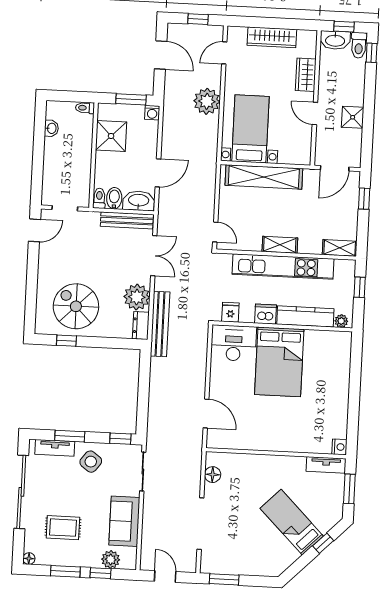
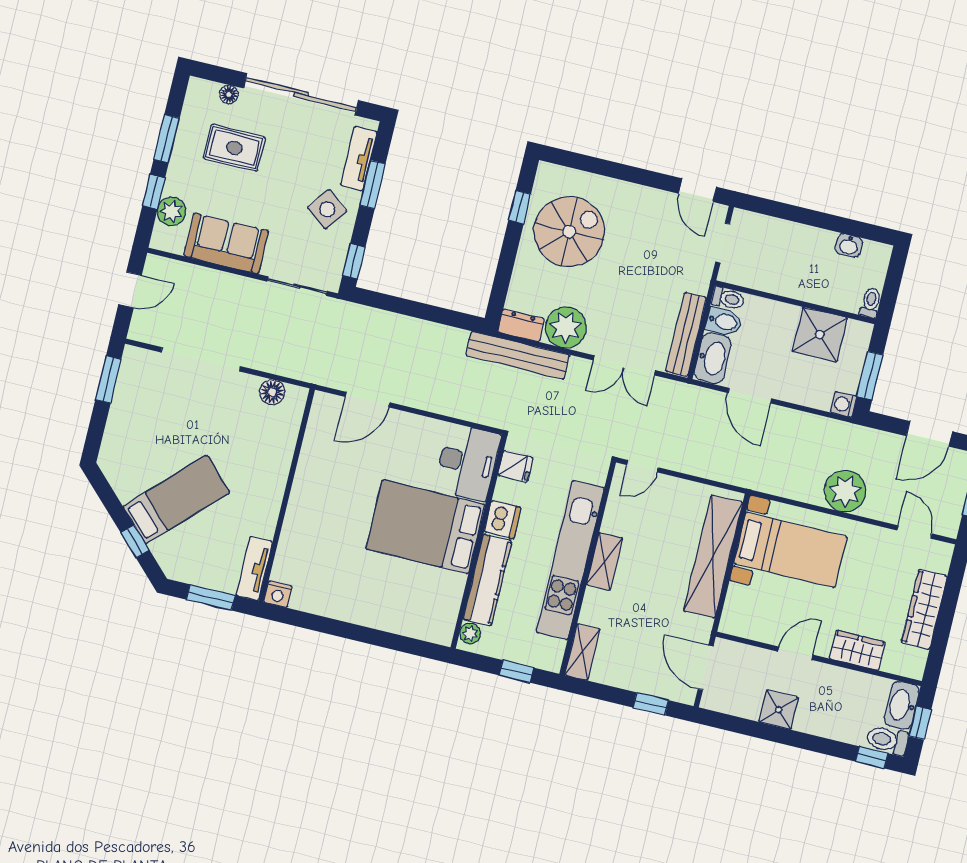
rug: (63, 528) -> (234, 148), turned 90
floor lamp: (29, 559) -> (229, 94), moved

